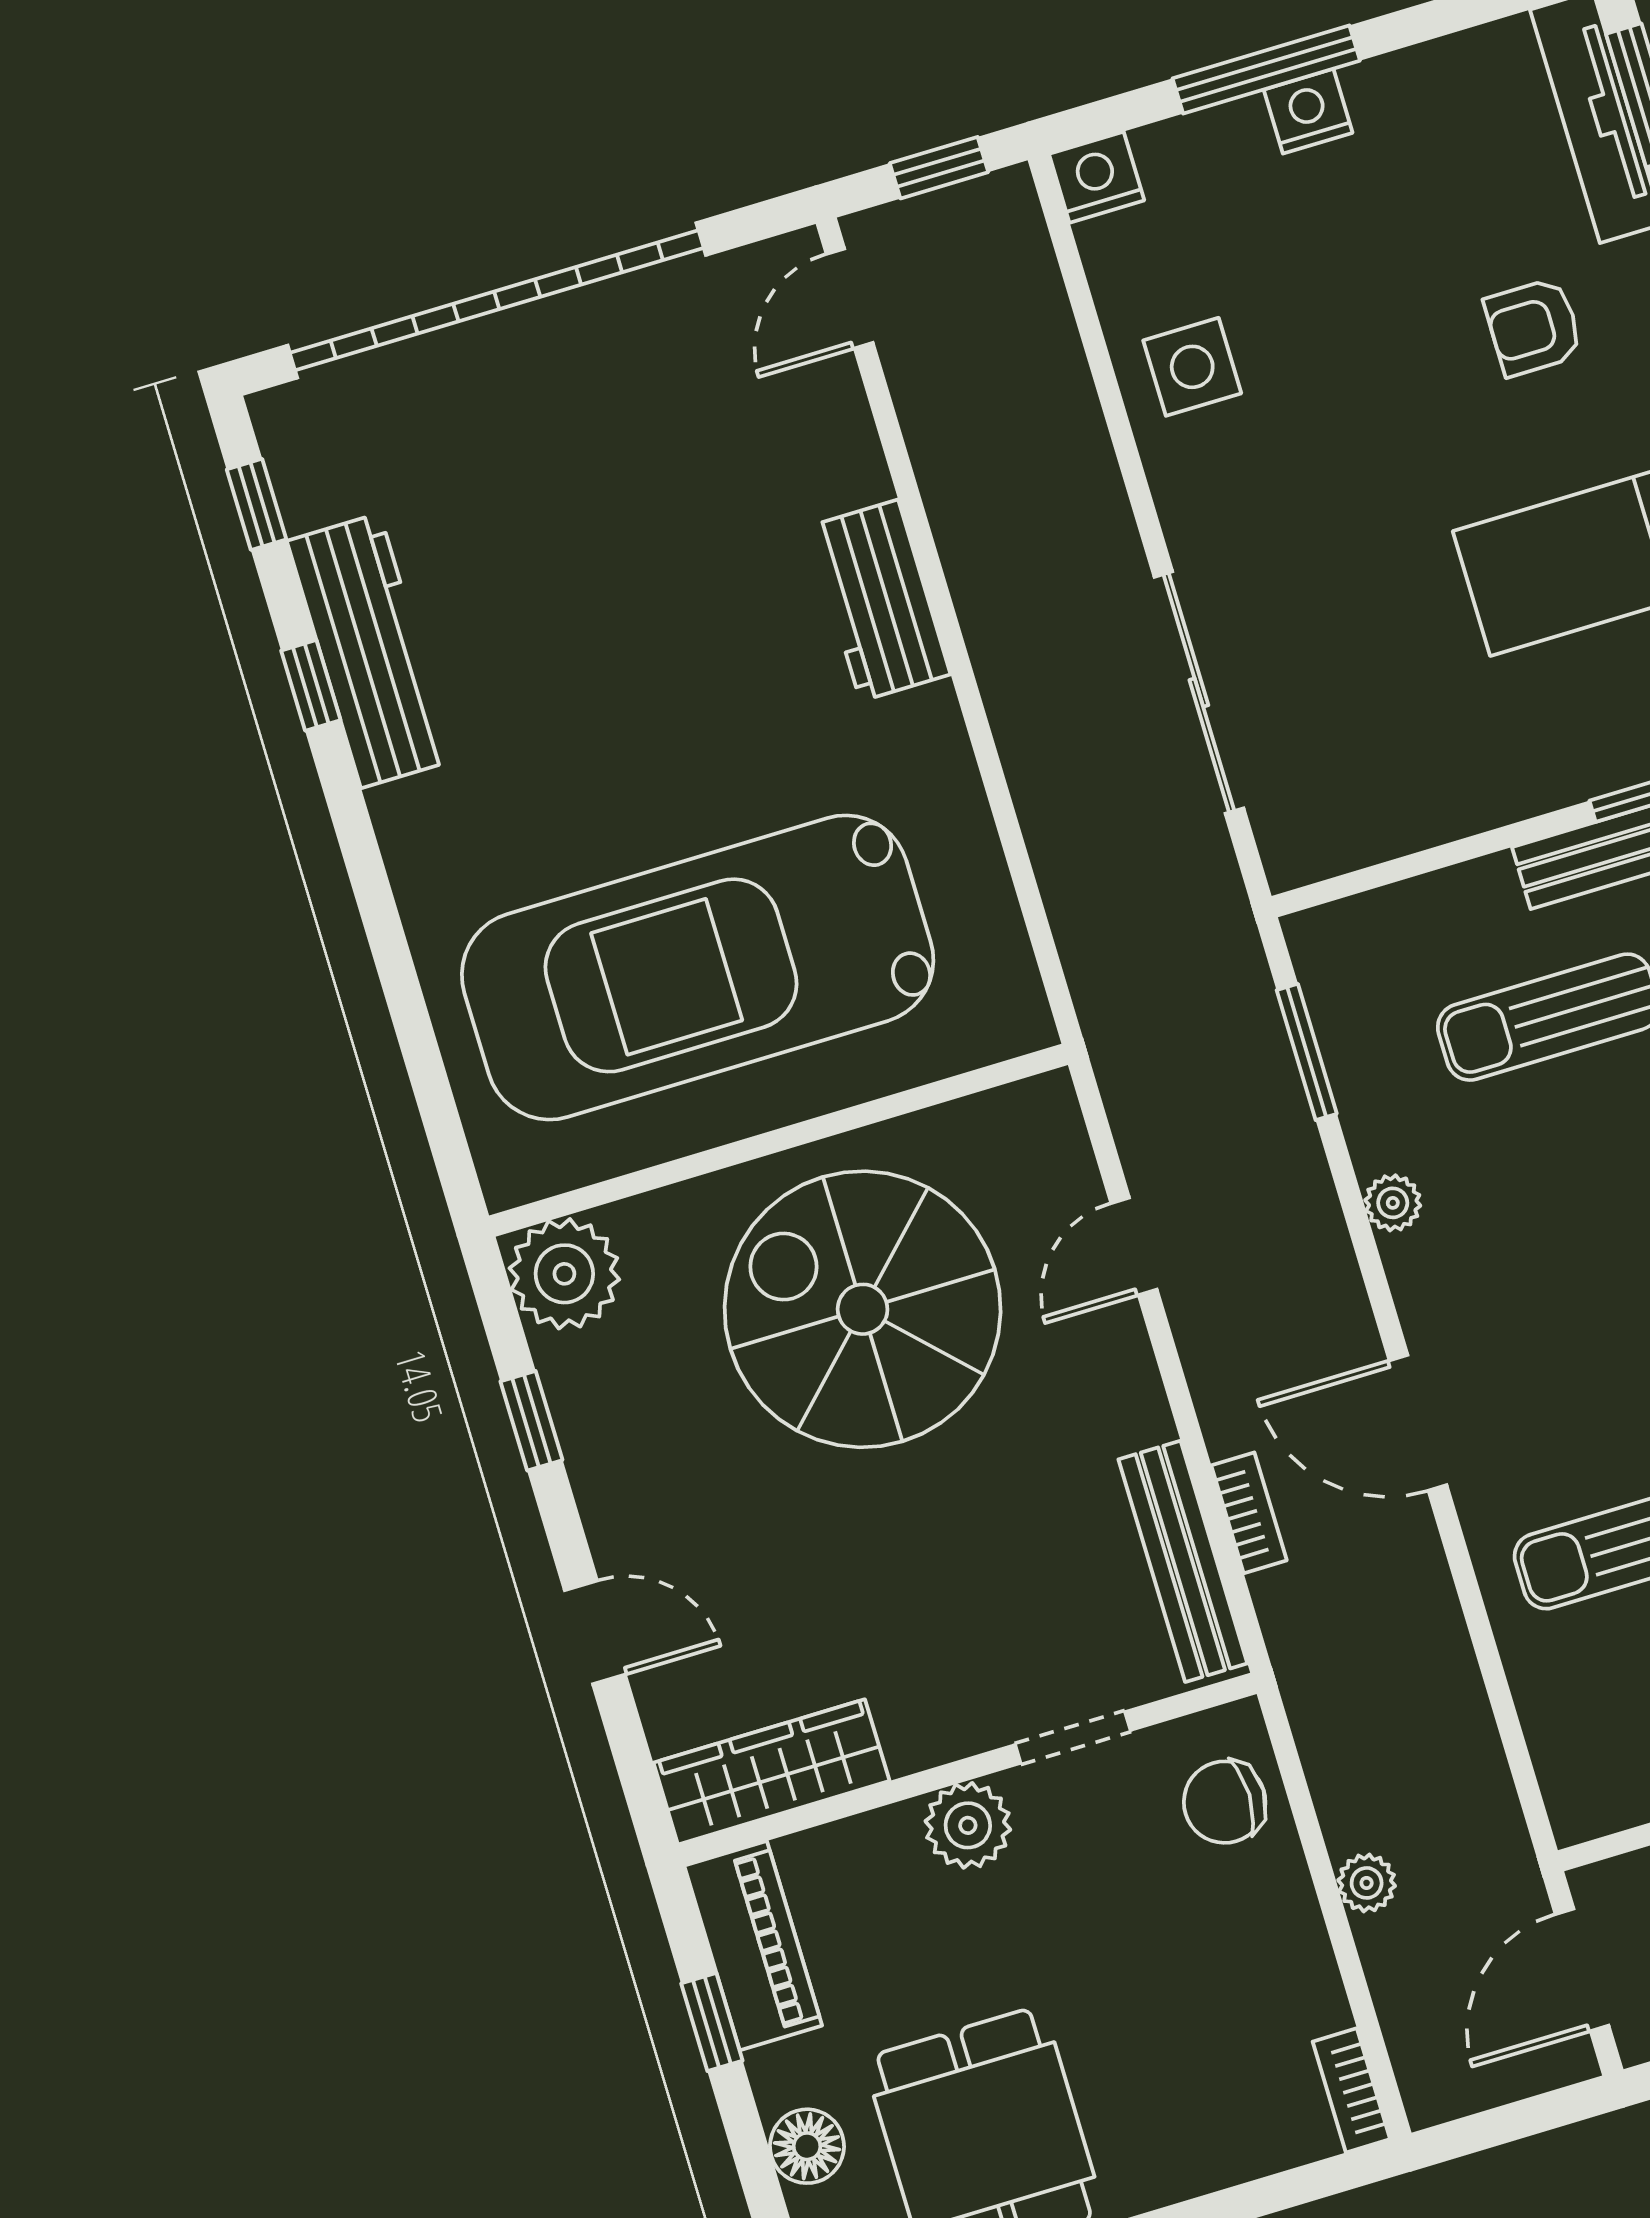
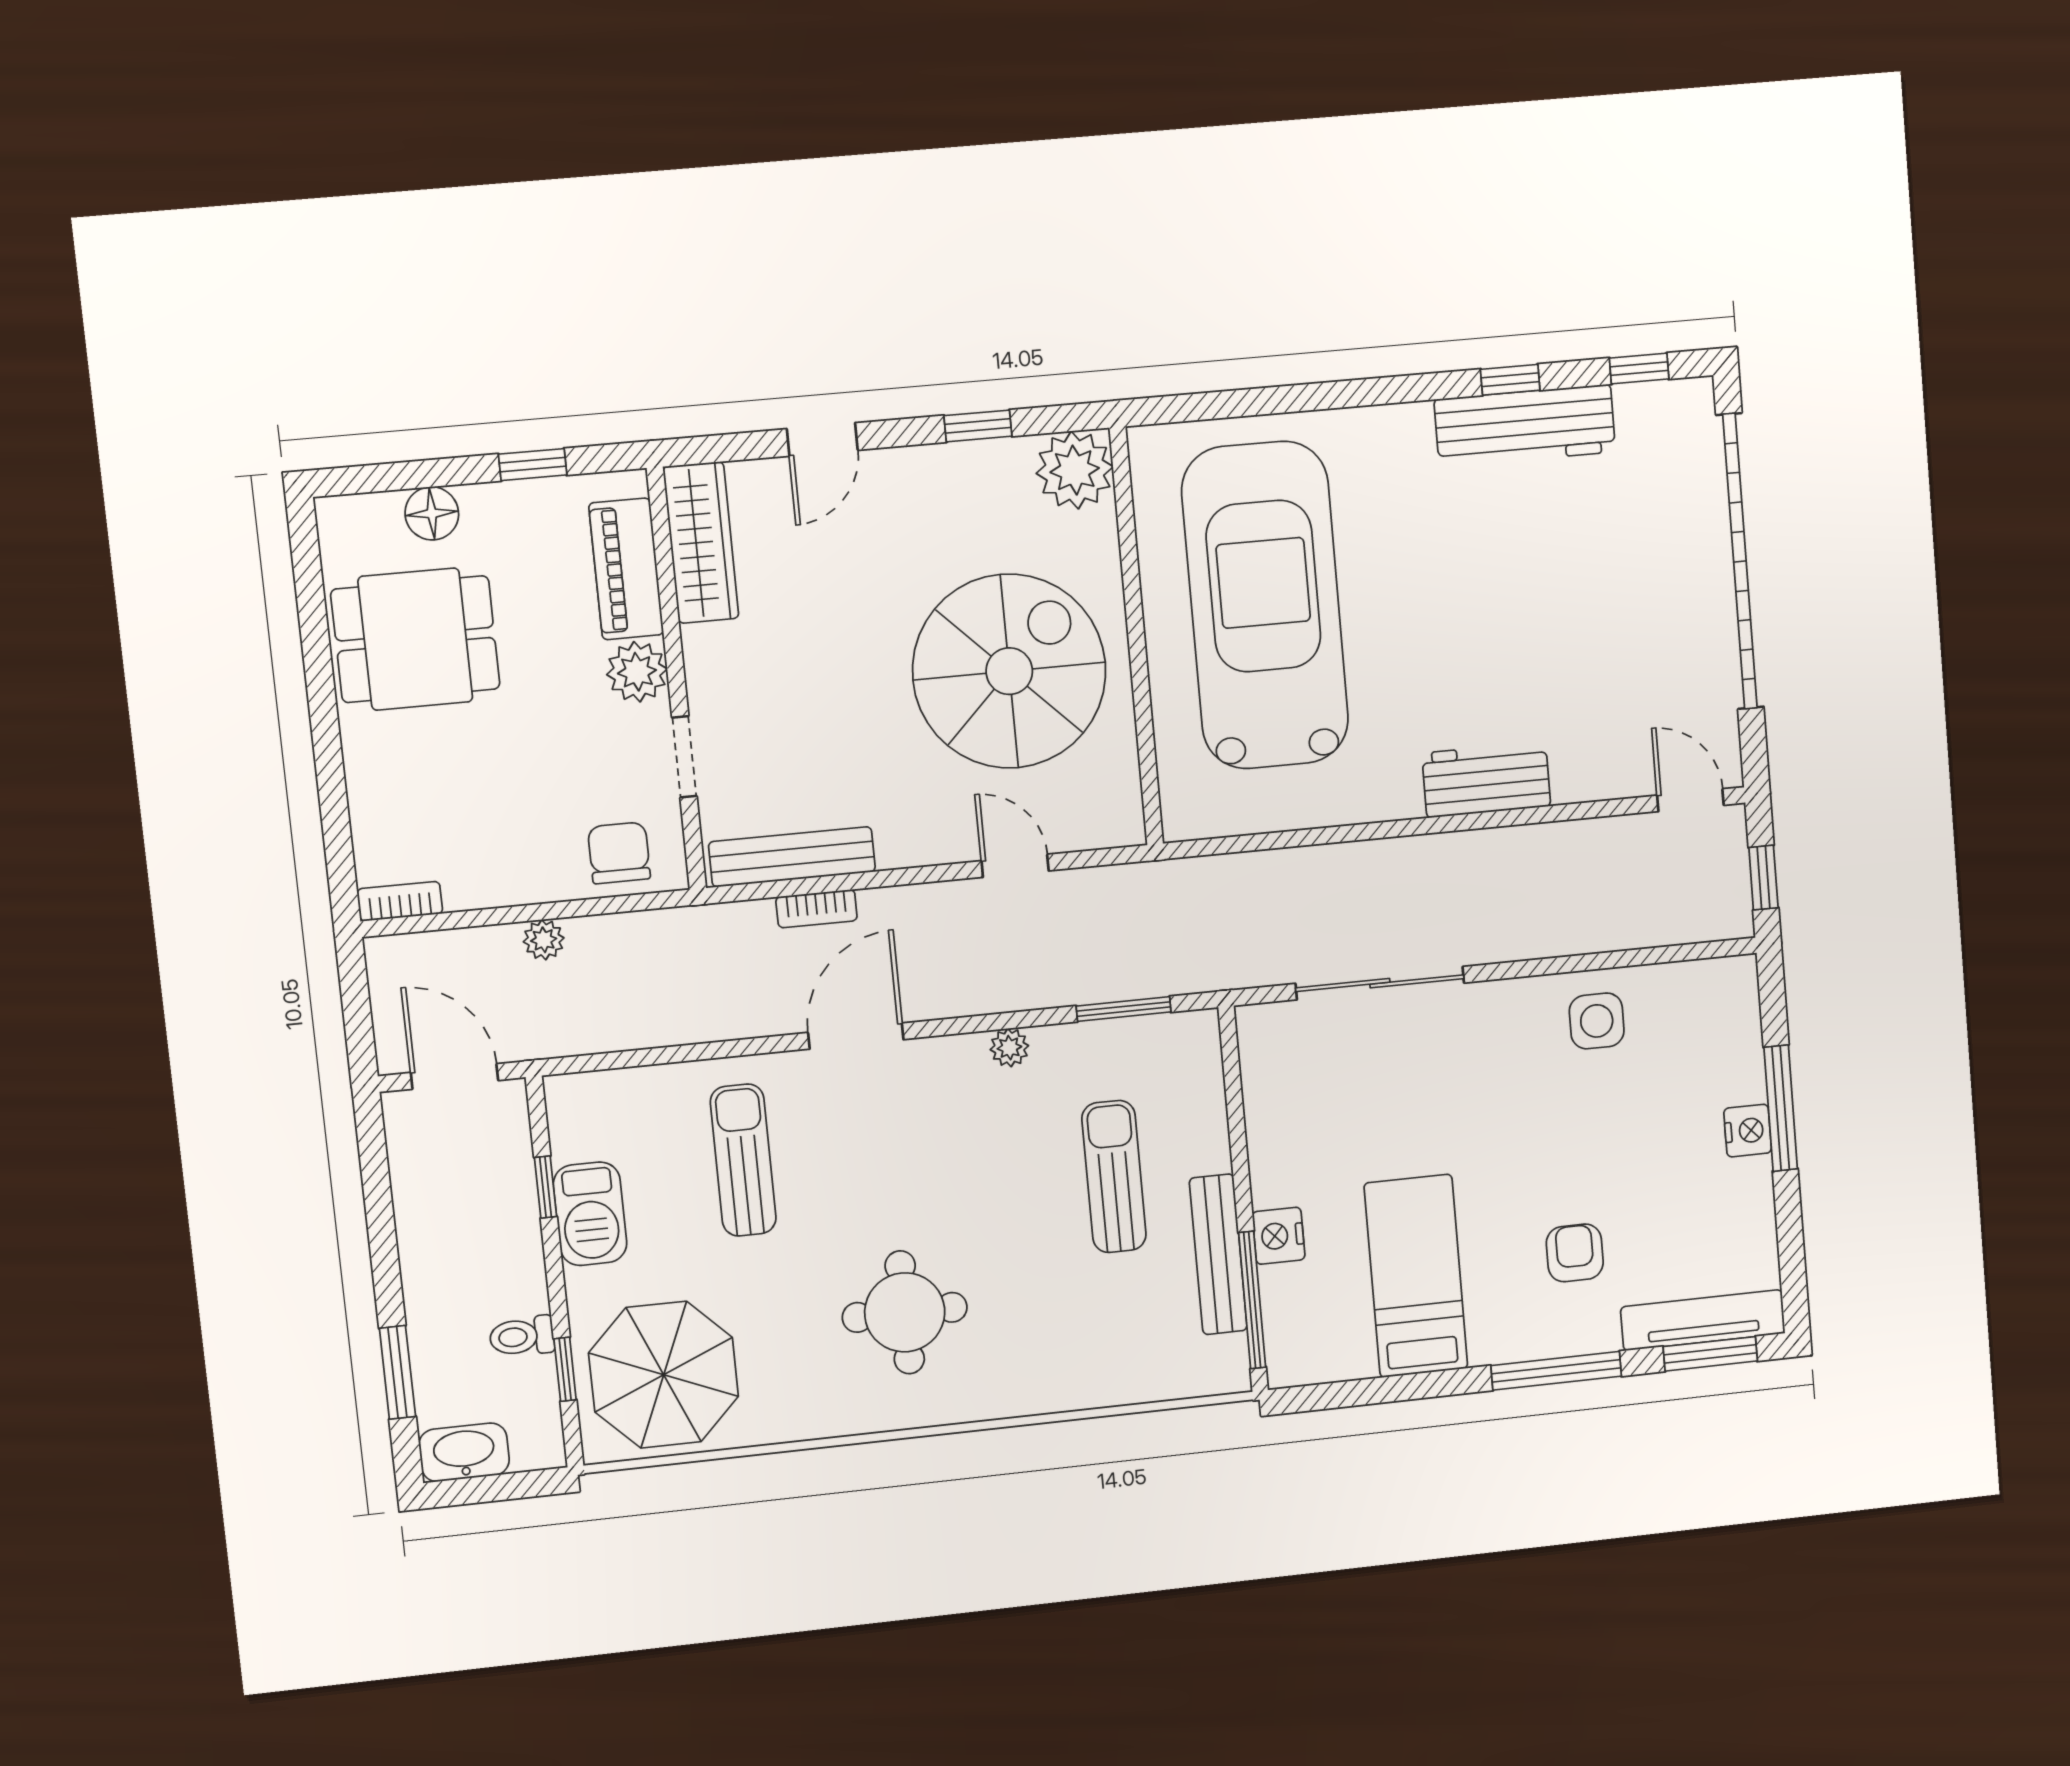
nightstand: (1097, 177) -> (1279, 1236), moved, turned 180
piano: (753, 1946) -> (626, 569), moved, turned 90

